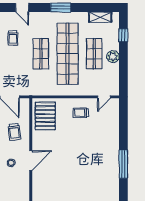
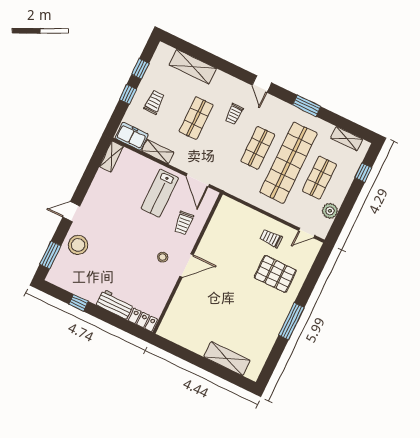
plant: (113, 57) -> (330, 211), moved
pallet: (45, 116) -> (275, 274), moved, turned 90

